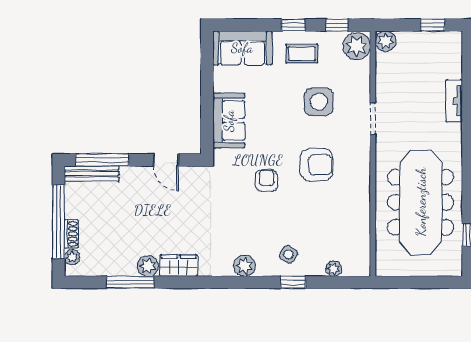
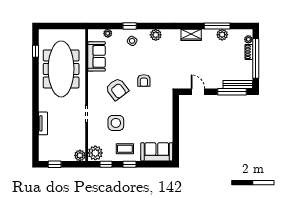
sofa: (229, 121) -> (97, 56), moved, turned 180
armchair: (316, 165) -> (117, 89), turned -127
plant: (148, 266) -> (222, 35), moved

